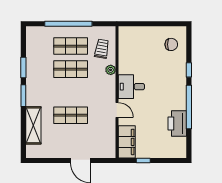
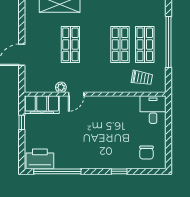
plant: (111, 70) -> (61, 87), moved
desk: (131, 87) -> (153, 110), moved
window: (189, 107) -> (57, 171), moved
printer: (177, 124) -> (40, 159), moved

